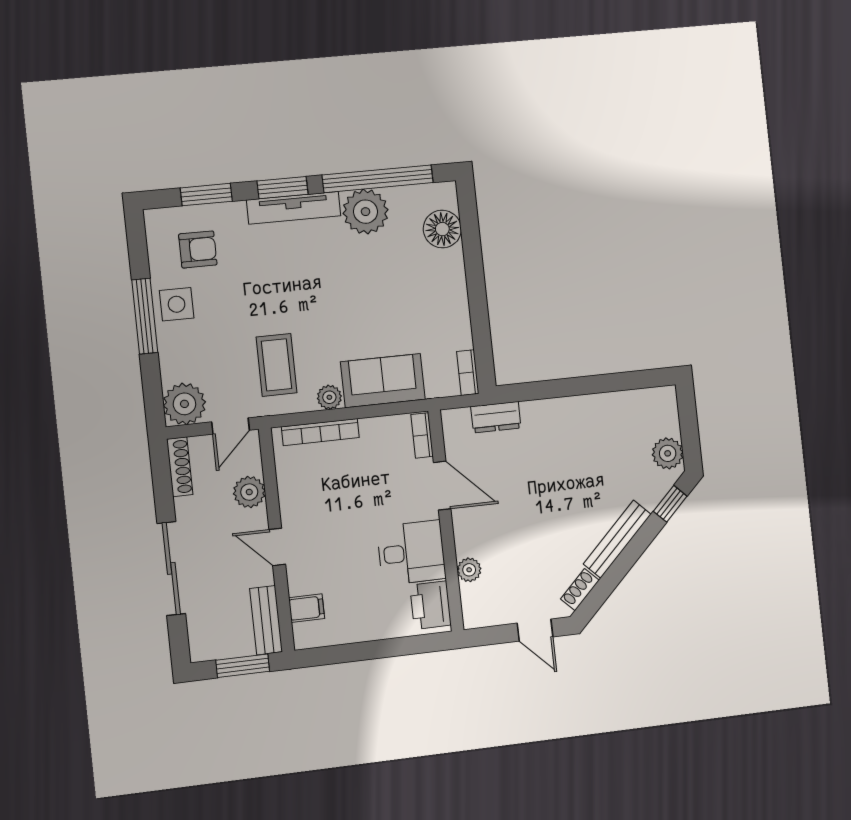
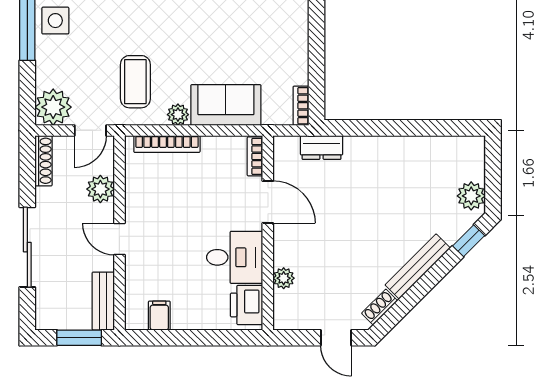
filing cabinet: (307, 608) -> (159, 316), moved, turned -90

